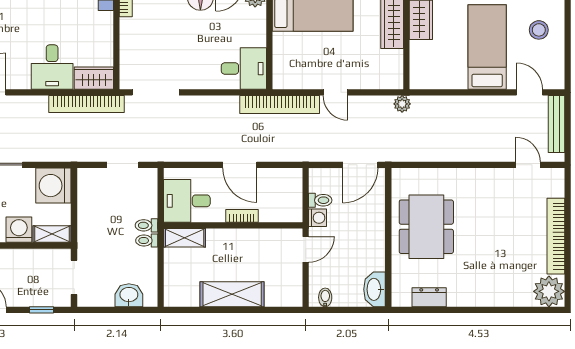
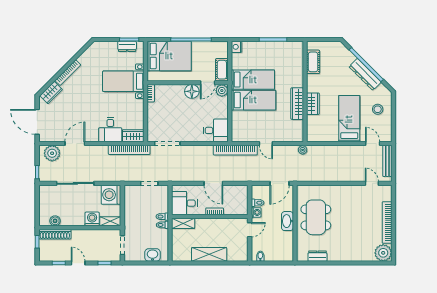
washbasin: (374, 289) -> (287, 221), moved

